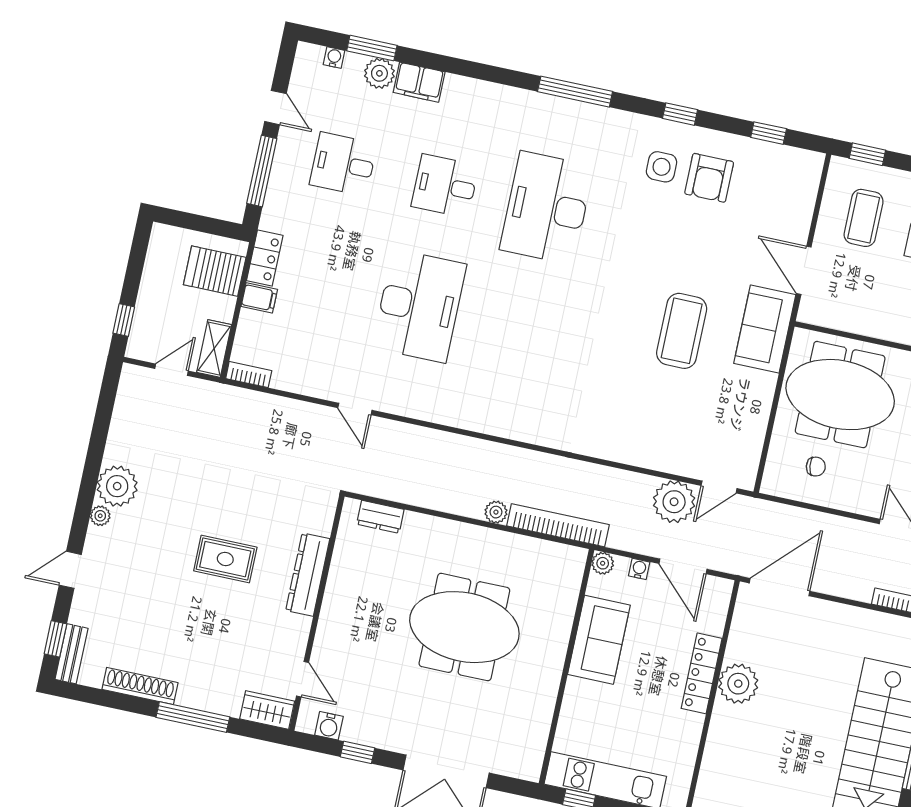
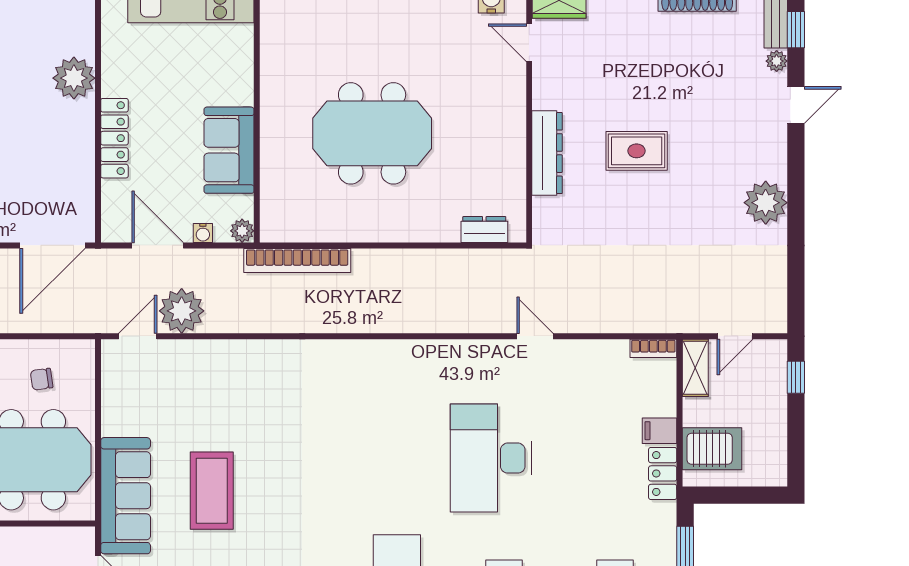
sofa: (765, 329) -> (126, 496), width x1.36
plant: (496, 512) -> (365, 260), removed
plant: (100, 516) -> (777, 61), moved
plant: (738, 684) -> (74, 78), moved

